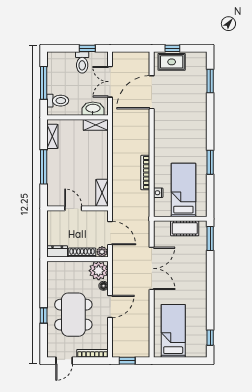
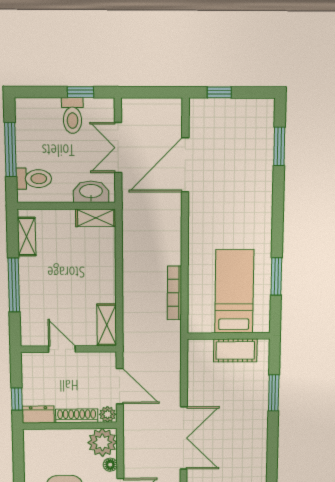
rug: (172, 62) -> (218, 115), removed
bed: (183, 190) -> (234, 291), moved
nightstand: (158, 193) -> (194, 324), removed
wall: (180, 219) -> (229, 336), moved
cot: (185, 228) -> (235, 350), moved
window: (44, 241) -> (17, 399), added

